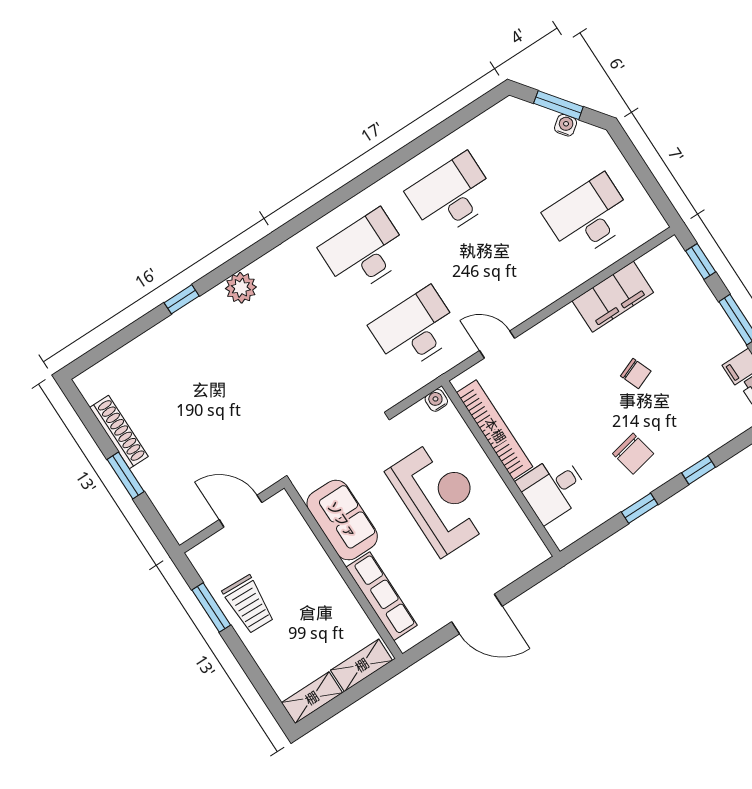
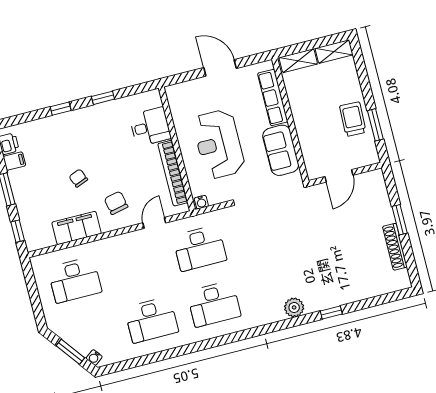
water cooler: (566, 125) -> (94, 357), moved
door: (497, 344) -> (154, 223), swing flipped
chair: (633, 454) -> (116, 203), moved
door: (241, 511) -> (339, 176), hinge flipped

